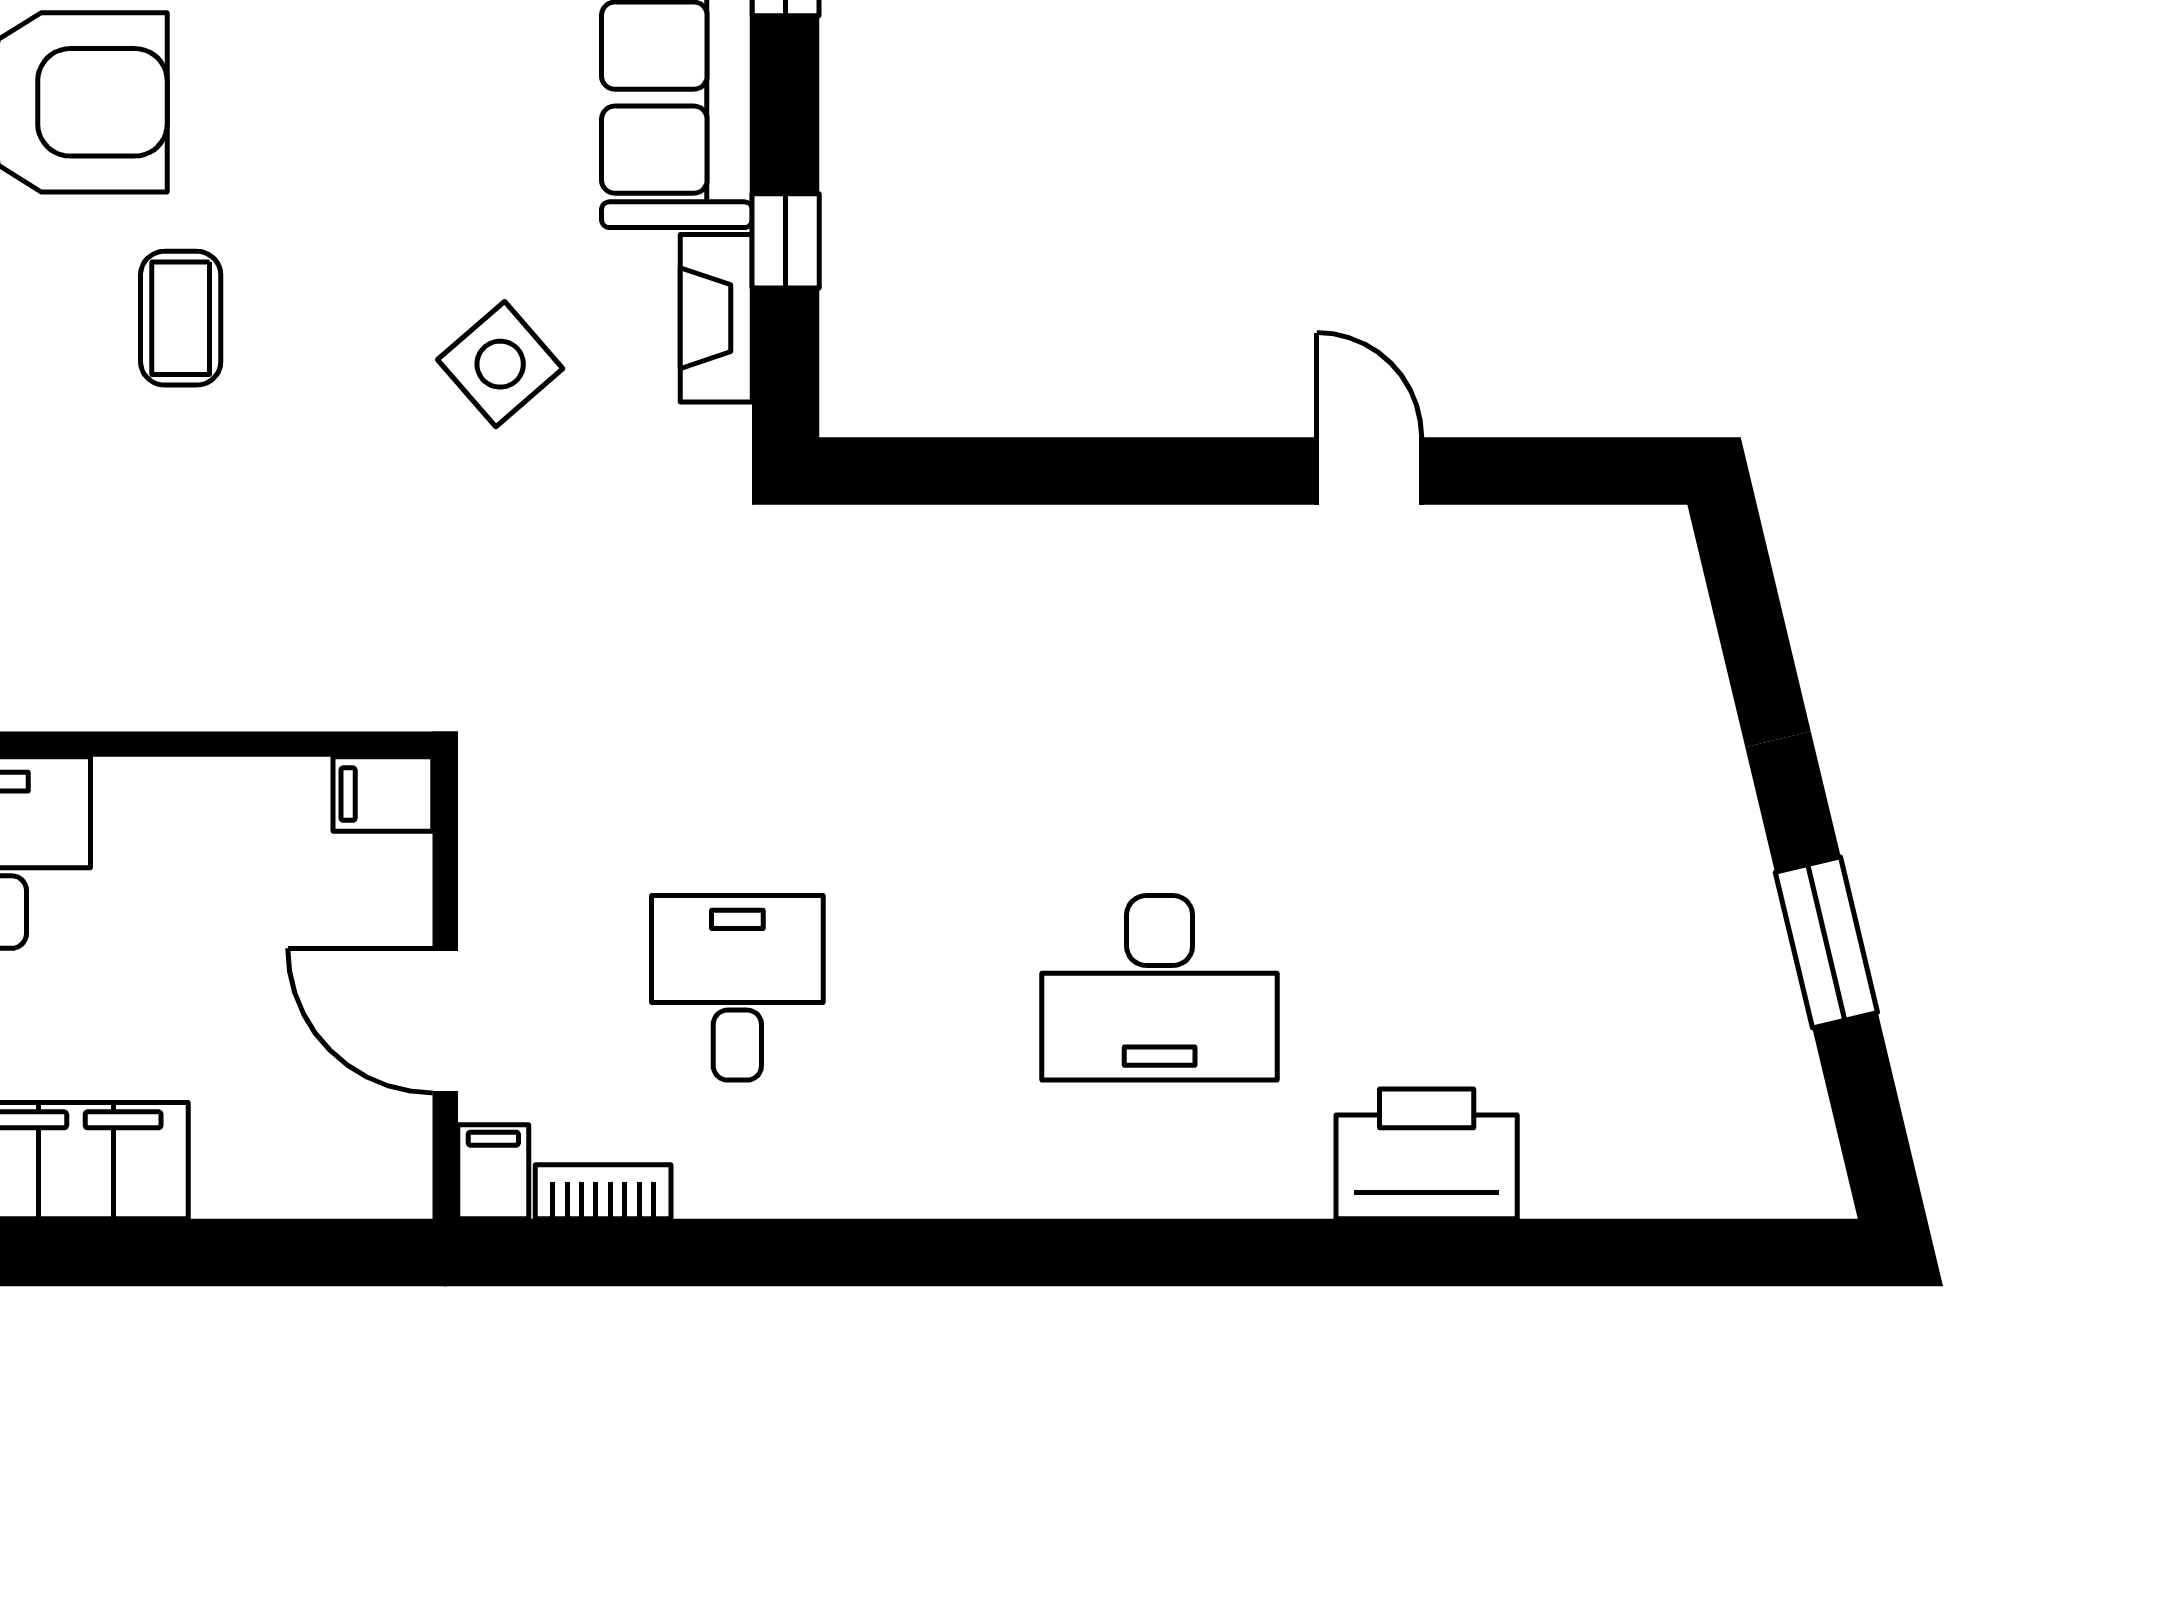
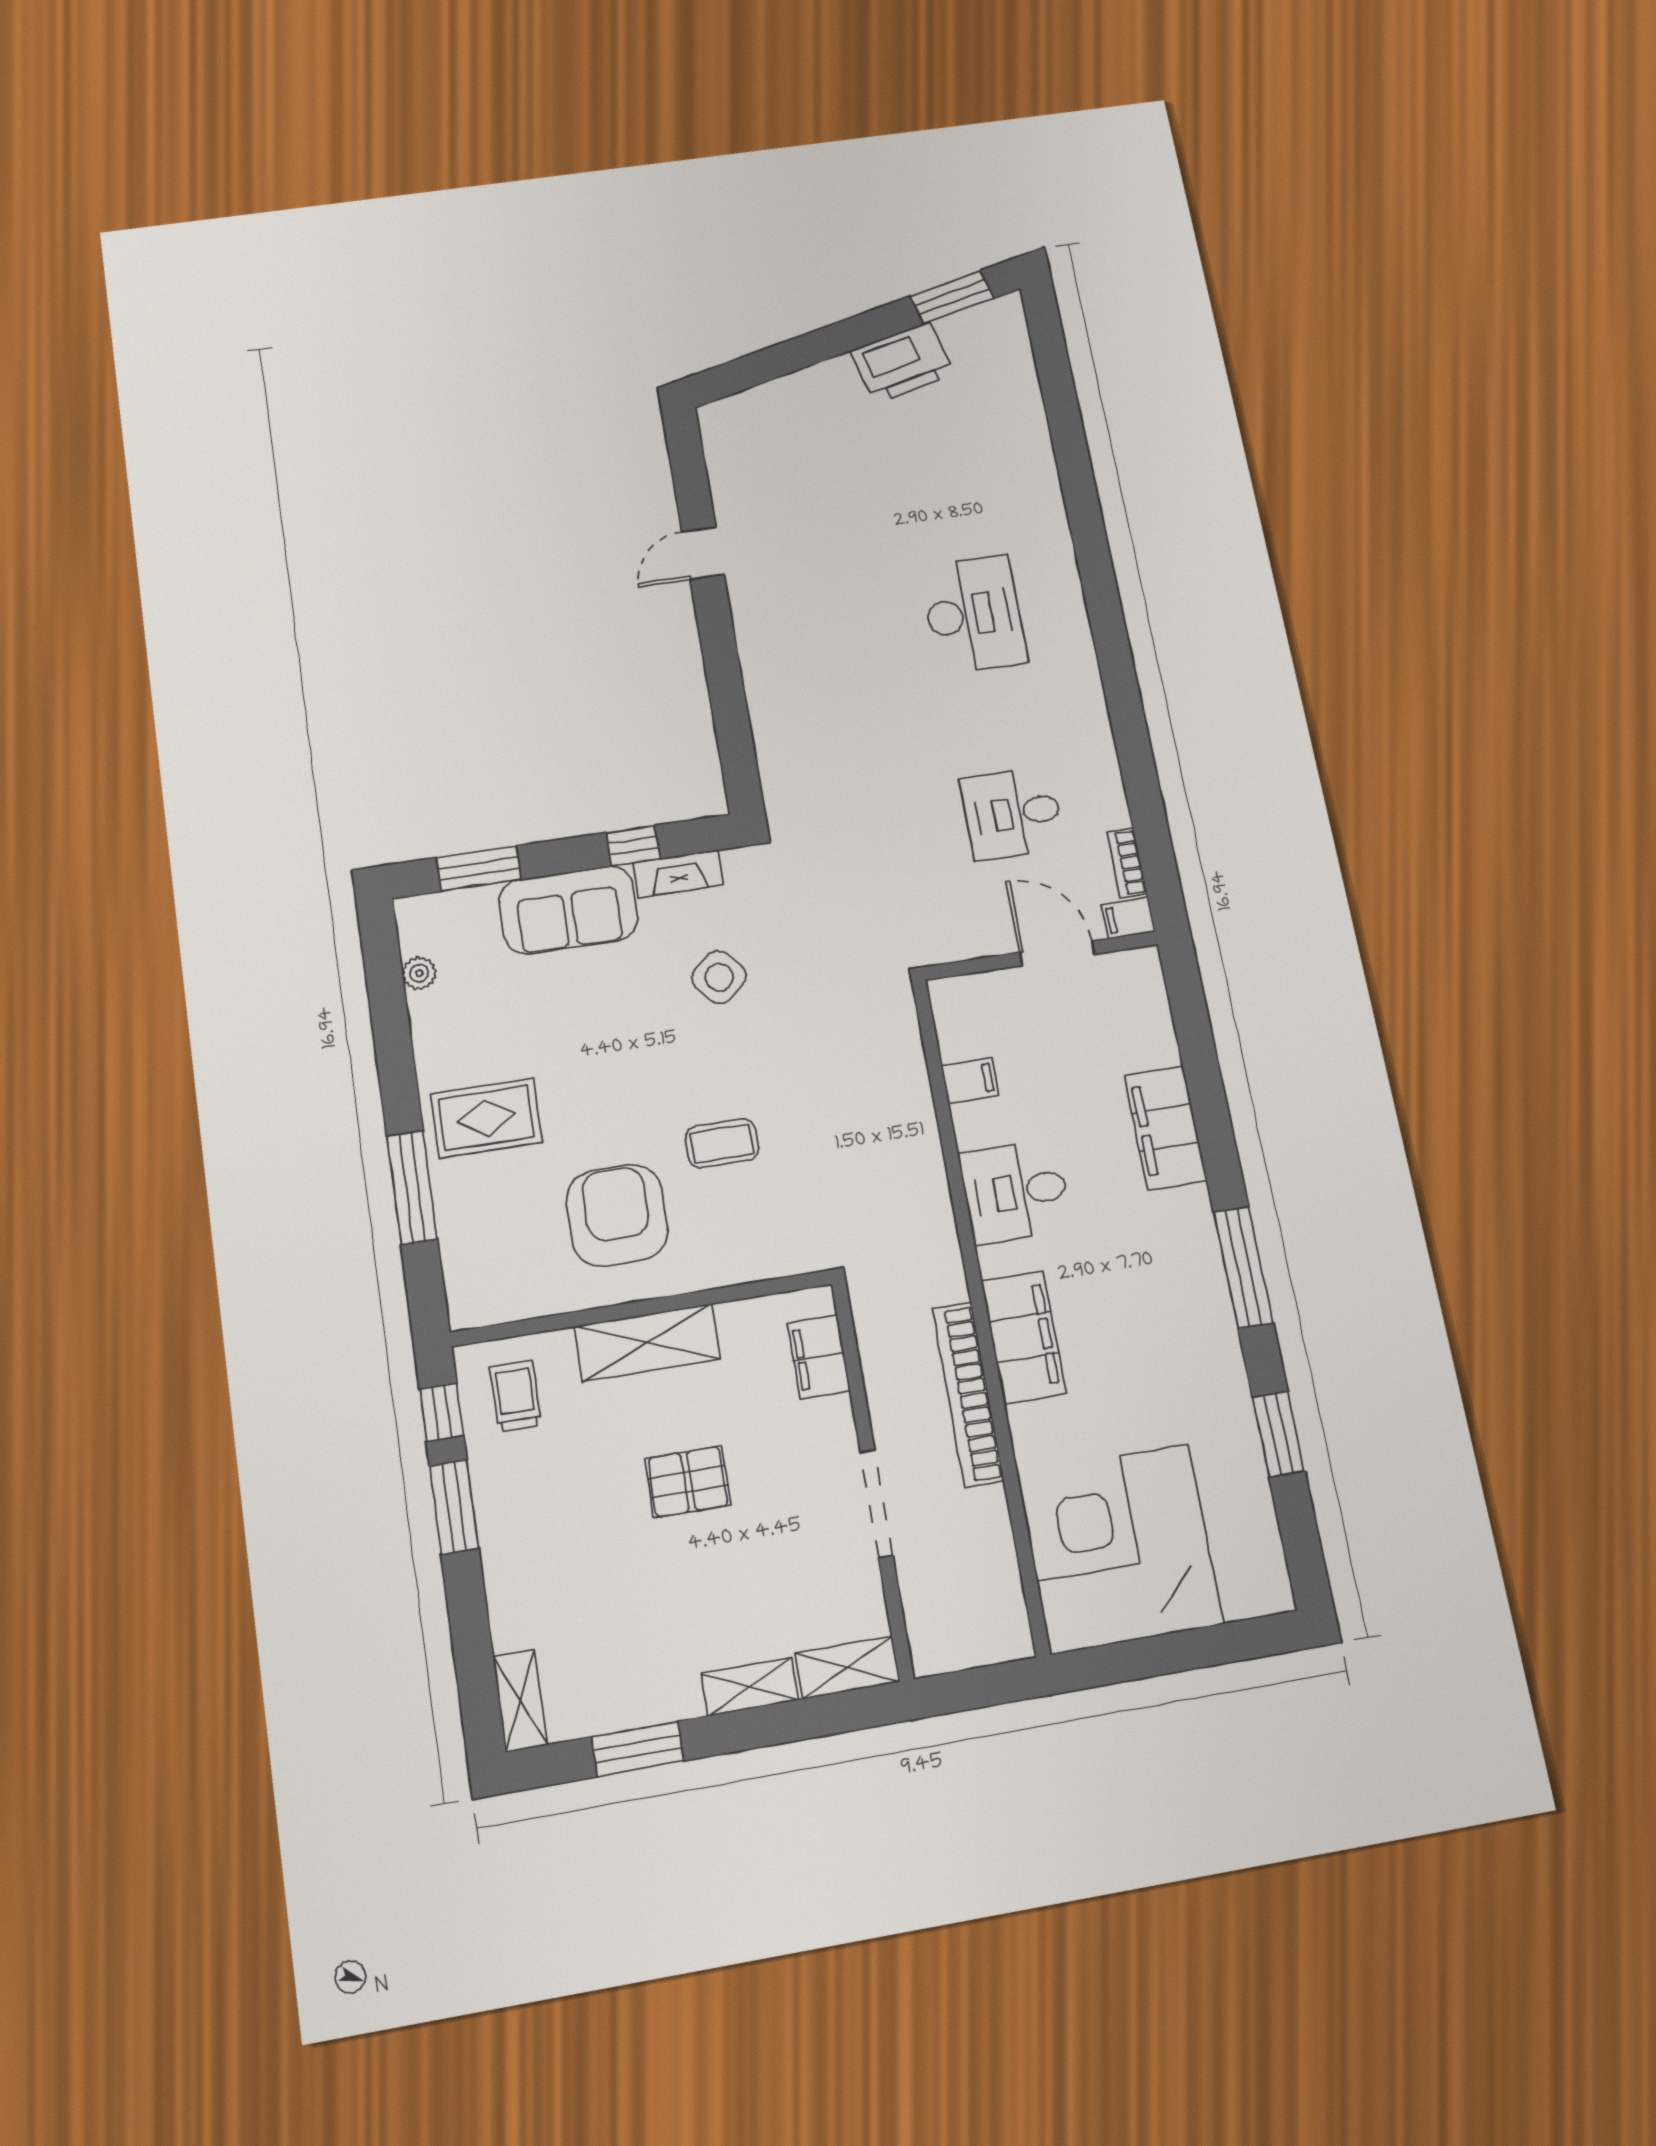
filing cabinet: (383, 794) -> (970, 1080), moved, turned -90
window: (1826, 942) -> (952, 297), moved
door: (445, 1021) -> (1057, 953), swing flipped
printer: (1427, 1154) -> (902, 363), moved, turned -103

